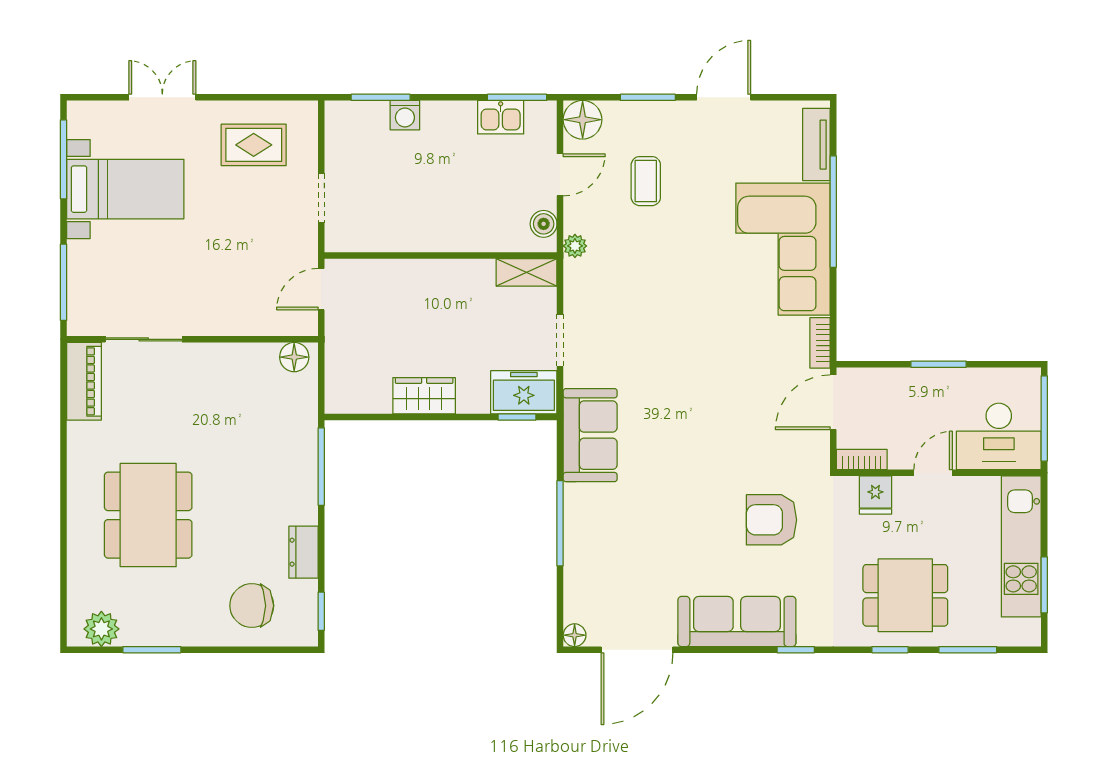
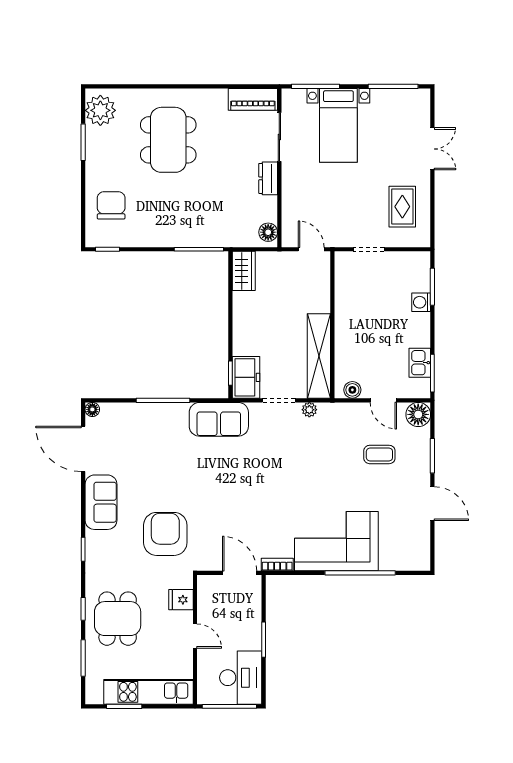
tv unit: (816, 145) -> (403, 562), removed
bed with nightstands: (125, 189) -> (338, 125), moved
plant: (575, 246) -> (309, 410), moved
shelving: (527, 272) -> (319, 356), width x2.20, depth x1.33
wardrobe: (424, 396) -> (244, 271), moved
desk: (999, 436) -> (241, 678), moved, turned 180
bookcase: (862, 460) -> (203, 591), removed
dining table: (148, 515) -> (168, 140), turned 90
armchair: (771, 520) -> (165, 534), width x1.36, depth x1.36
dresser: (303, 552) -> (268, 178), moved, turned -90
sofa: (737, 622) -> (101, 502), width x0.73
plant: (101, 629) -> (100, 110), width x1.36, depth x1.36

